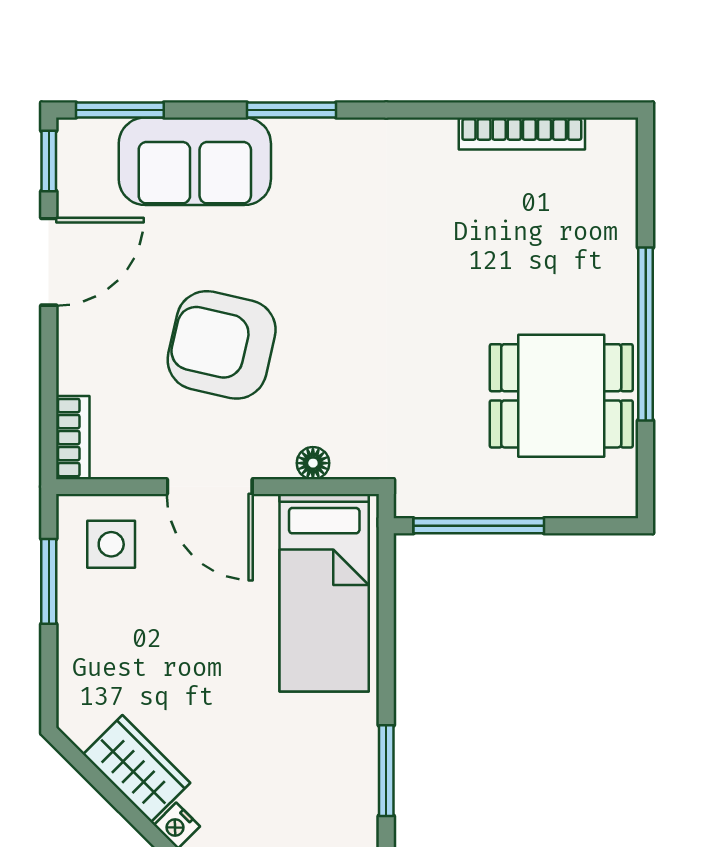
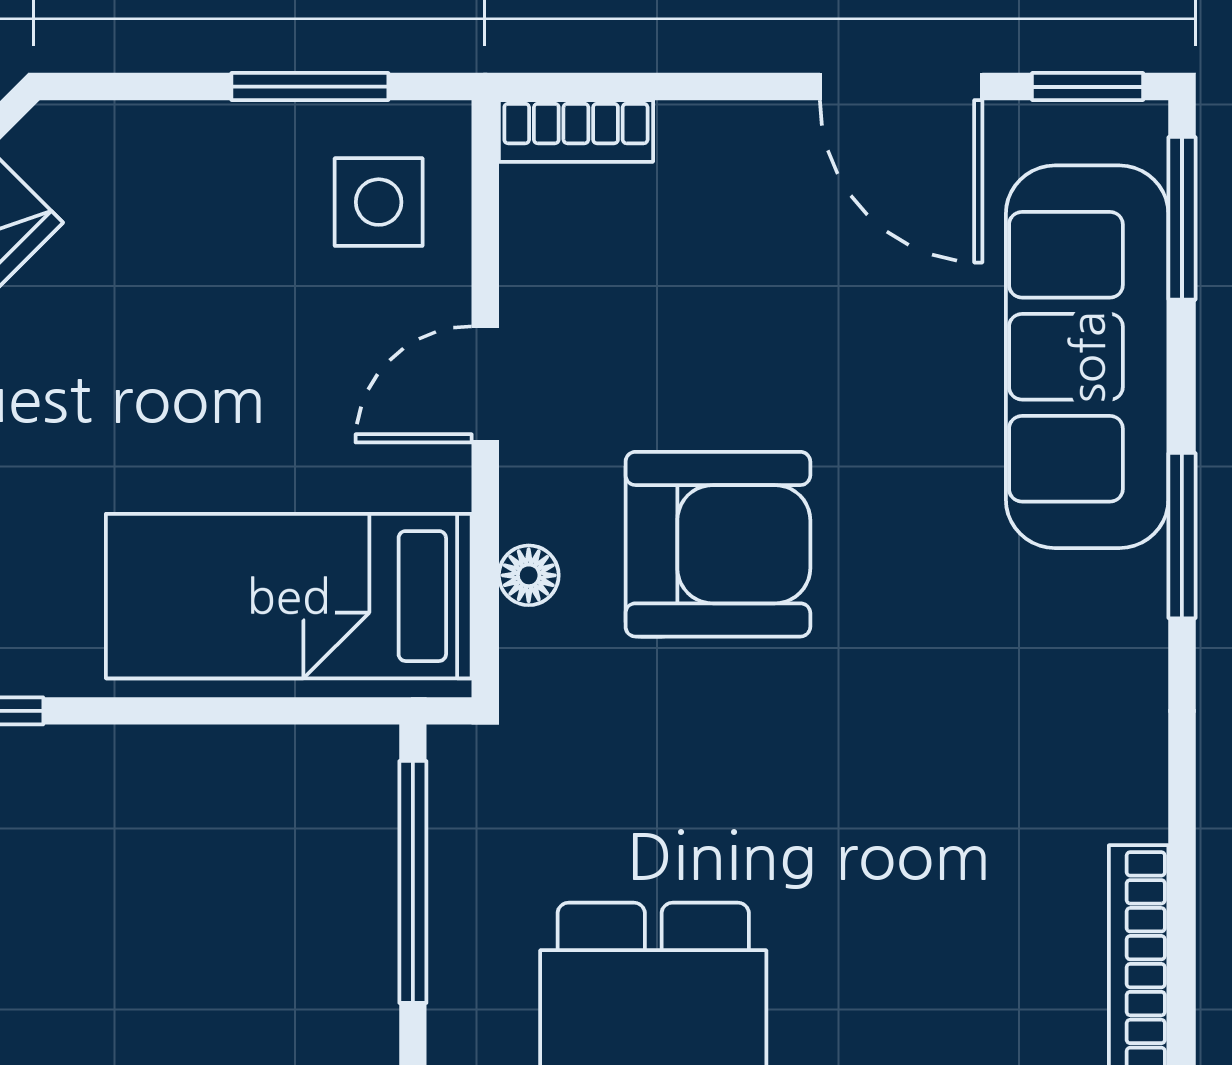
sofa: (195, 161) -> (1087, 357), width x1.36
armchair: (222, 345) -> (718, 544), moved, turned 77
door: (210, 487) -> (485, 384), width x0.73

